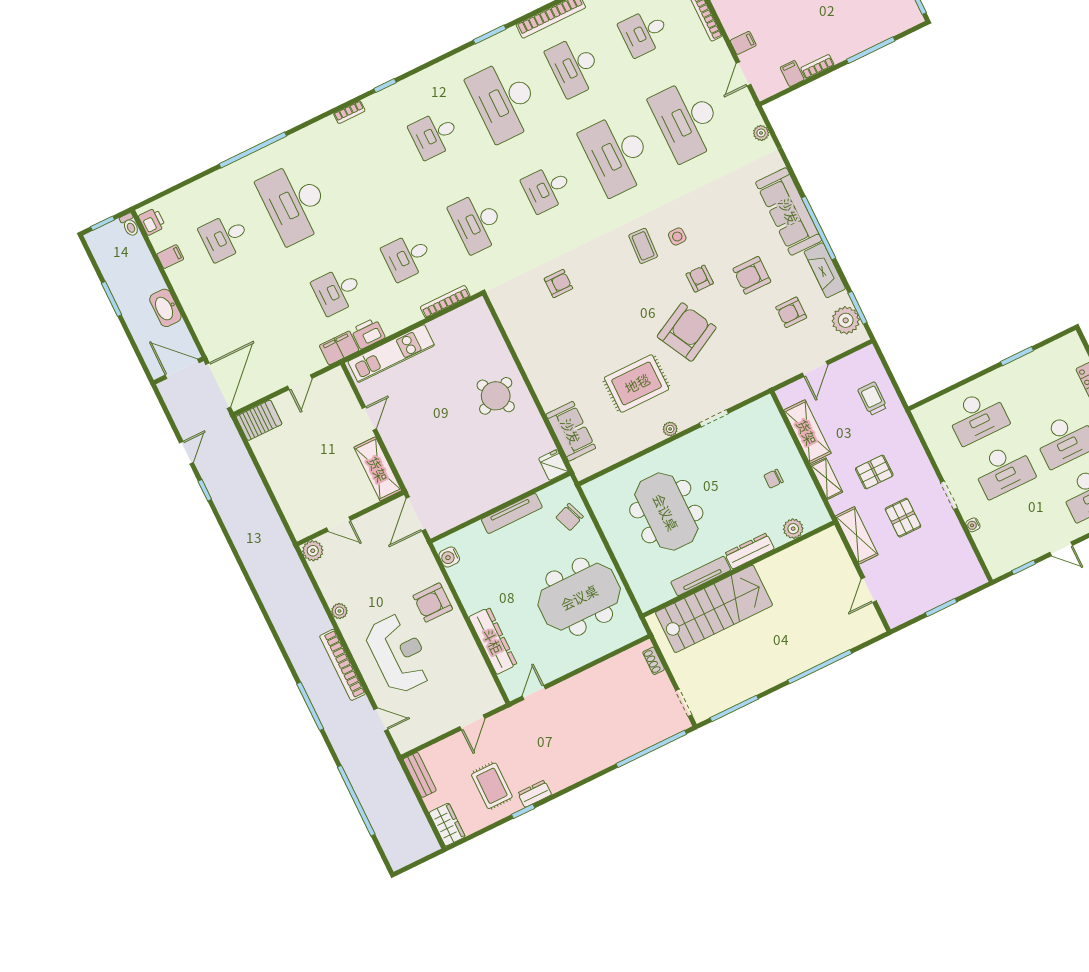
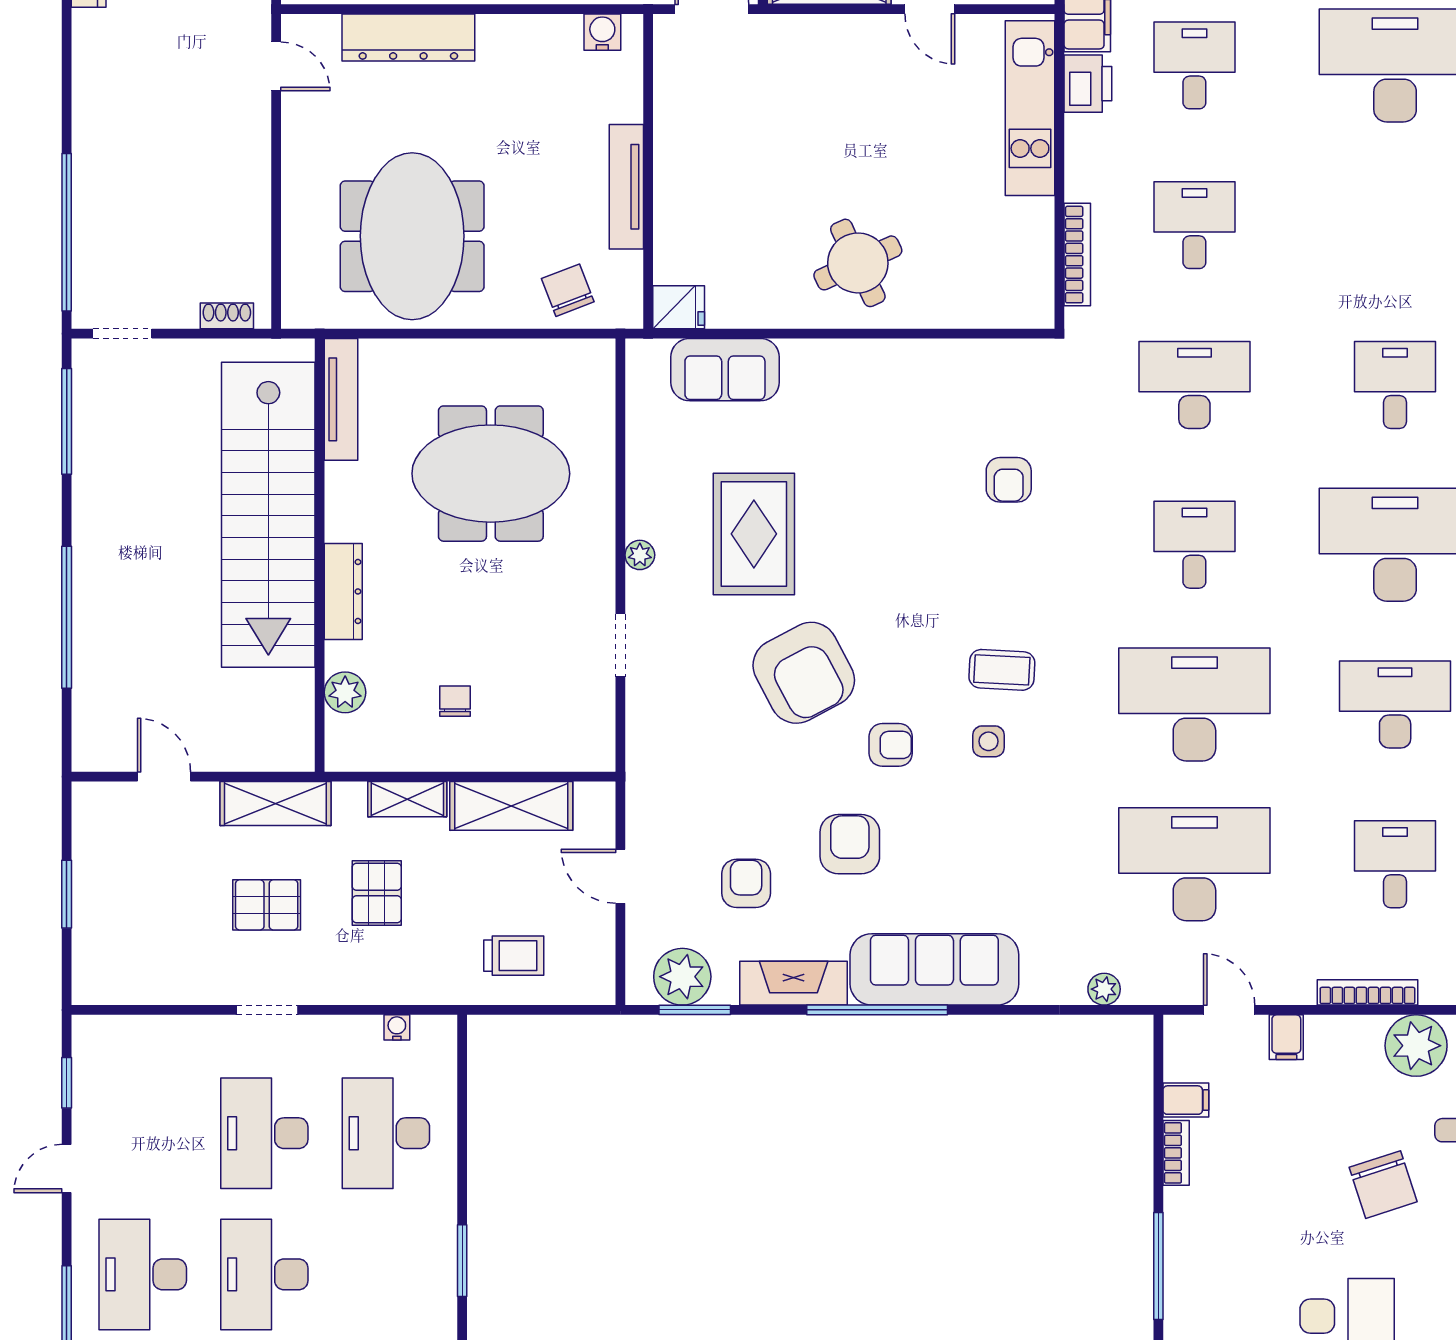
water cooler: (973, 525) -> (397, 1027), moved
tv unit: (701, 576) -> (341, 399), moved
stairs: (714, 609) -> (268, 515), width x1.36

